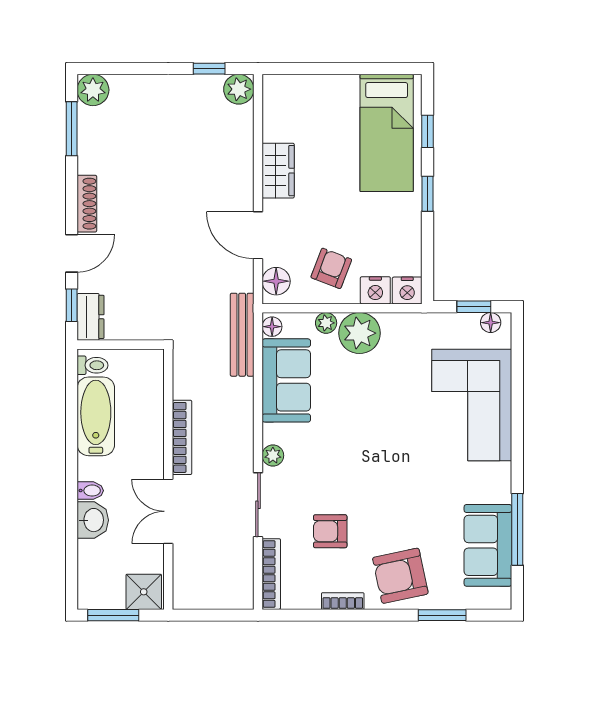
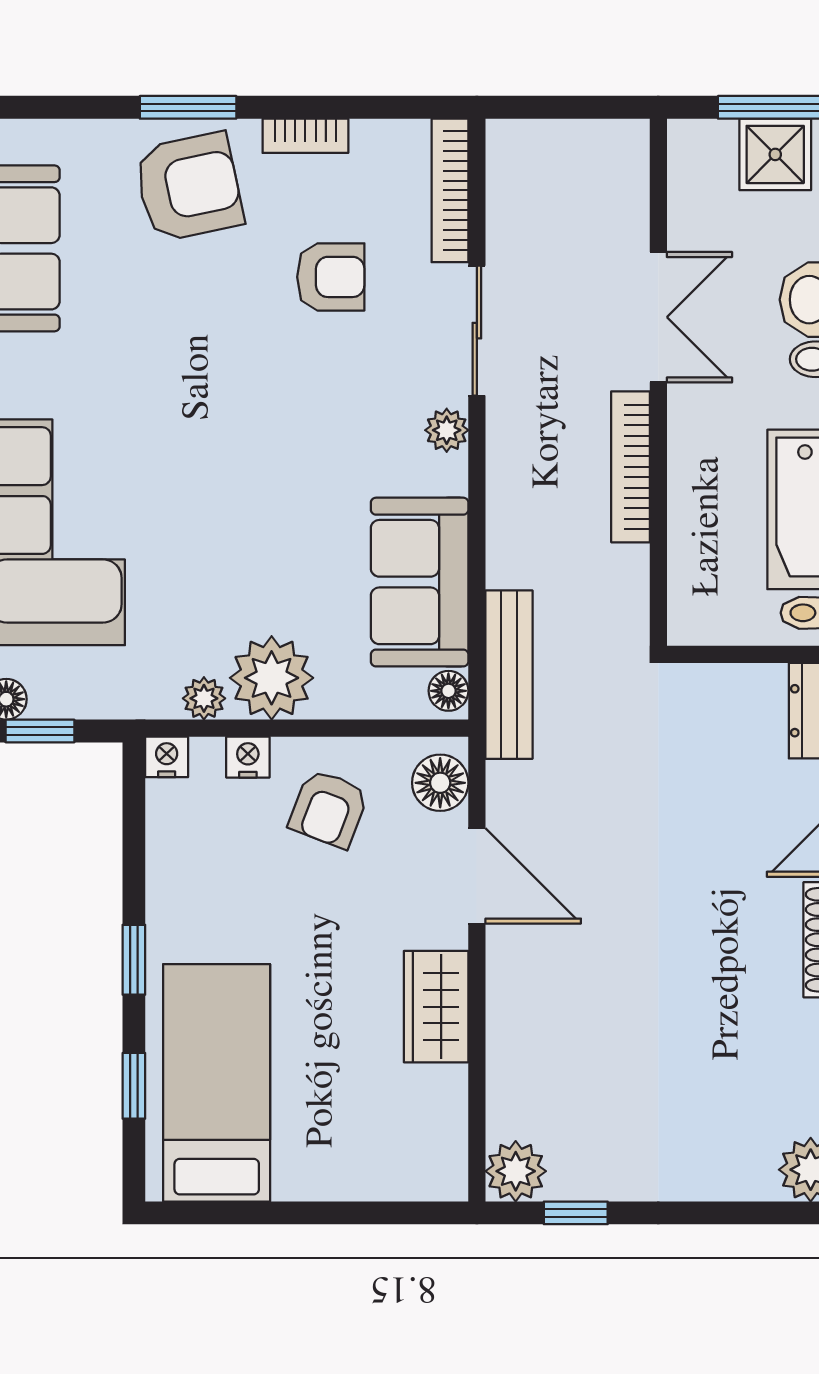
nightstand: (375, 290) -> (248, 757), width x0.72, depth x0.74
nightstand: (407, 290) -> (167, 757), width x0.72, depth x0.74
plant: (326, 323) -> (204, 698), moved
shower: (144, 592) -> (775, 154), moved
window: (442, 615) -> (188, 107), moved

